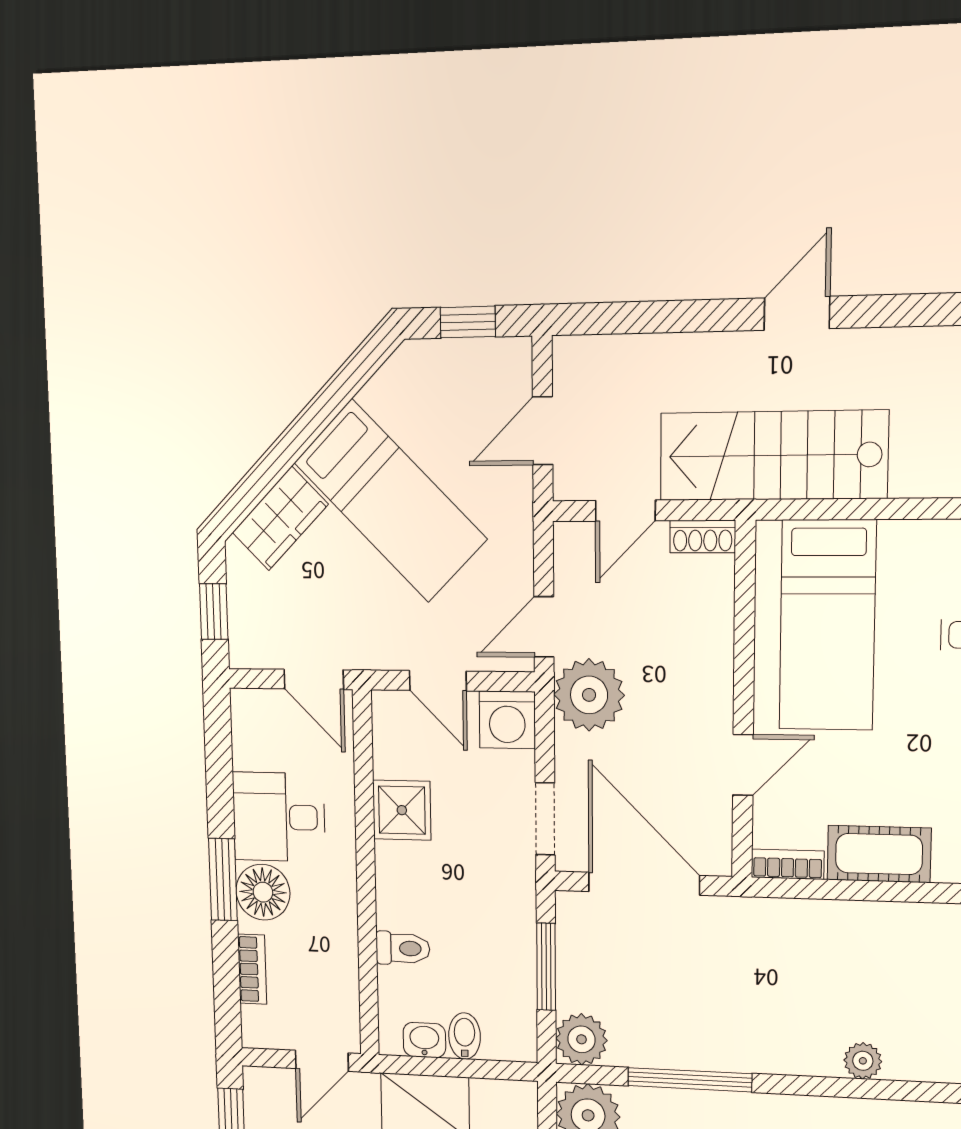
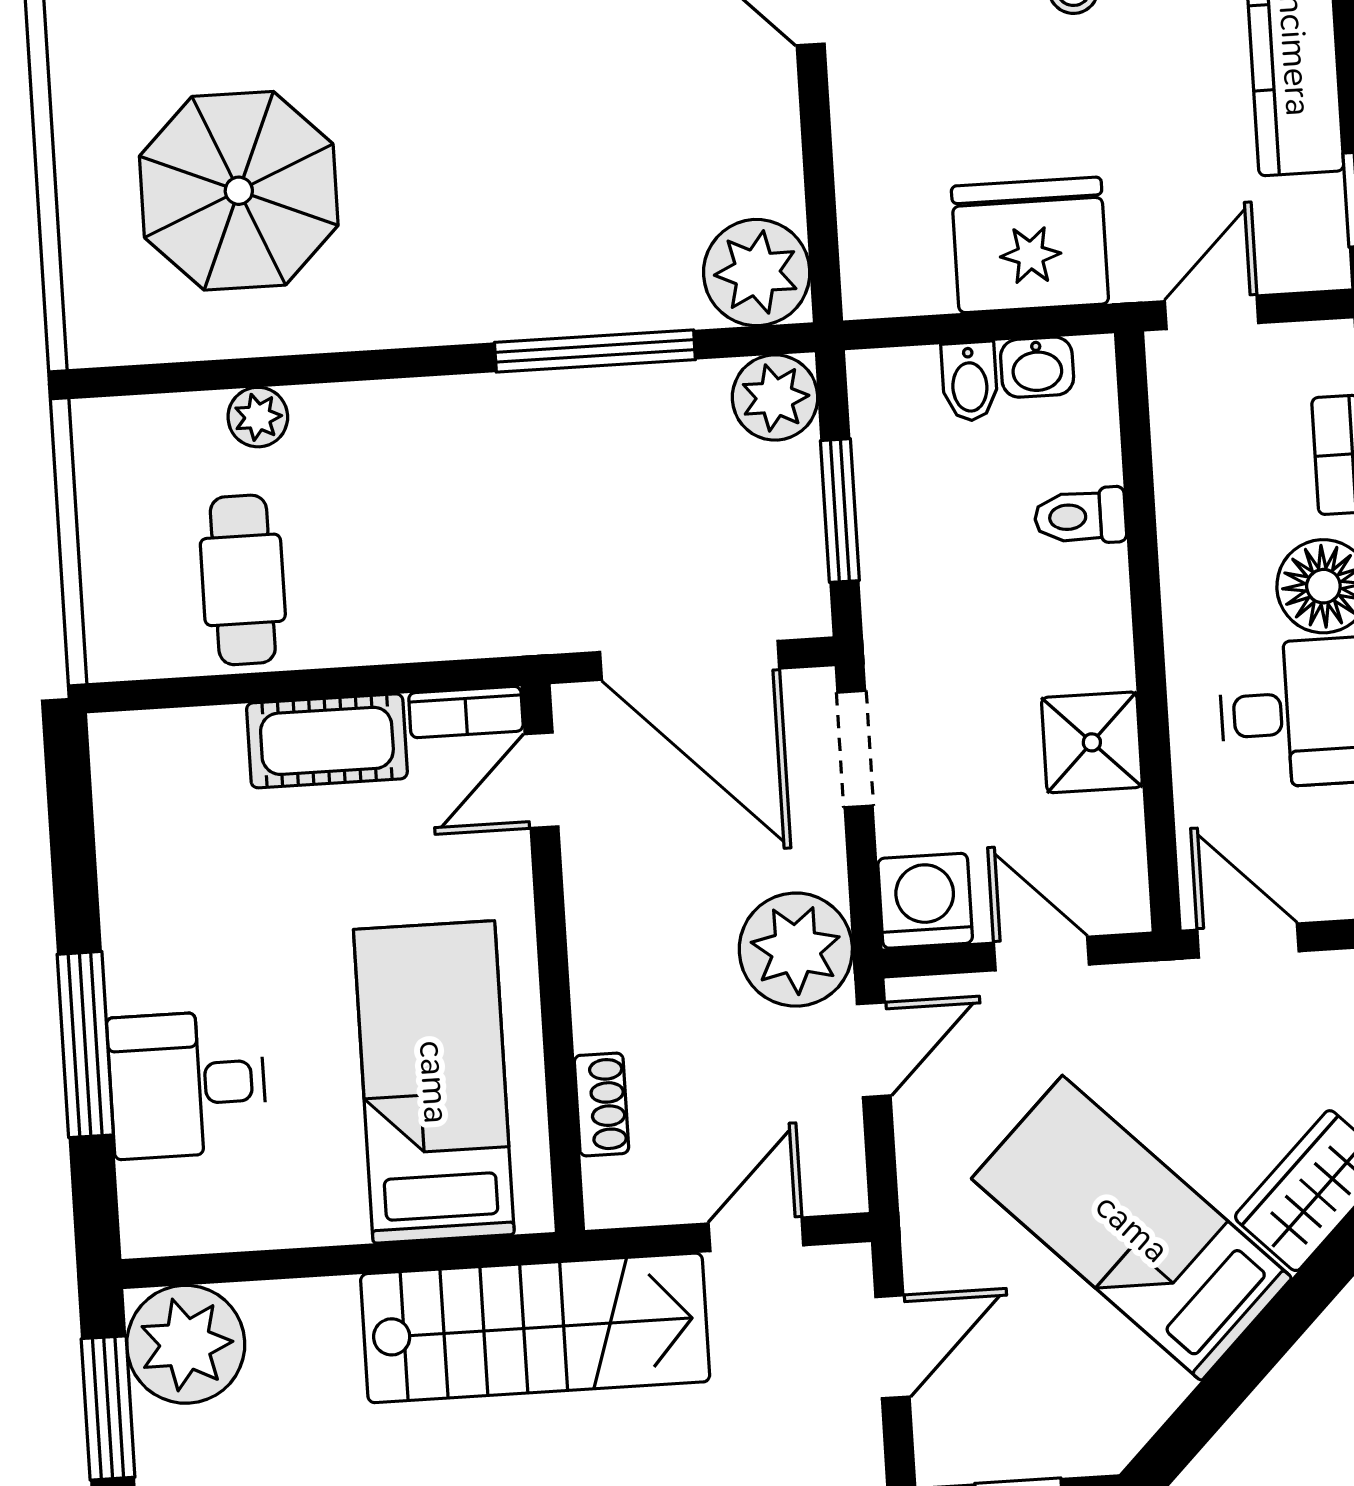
shoe rack: (703, 537) -> (601, 1104), moved, turned 90
door: (743, 765) -> (542, 780), moved
cafe table: (925, 962) -> (243, 580), added
plant: (863, 1061) -> (258, 417), moved

